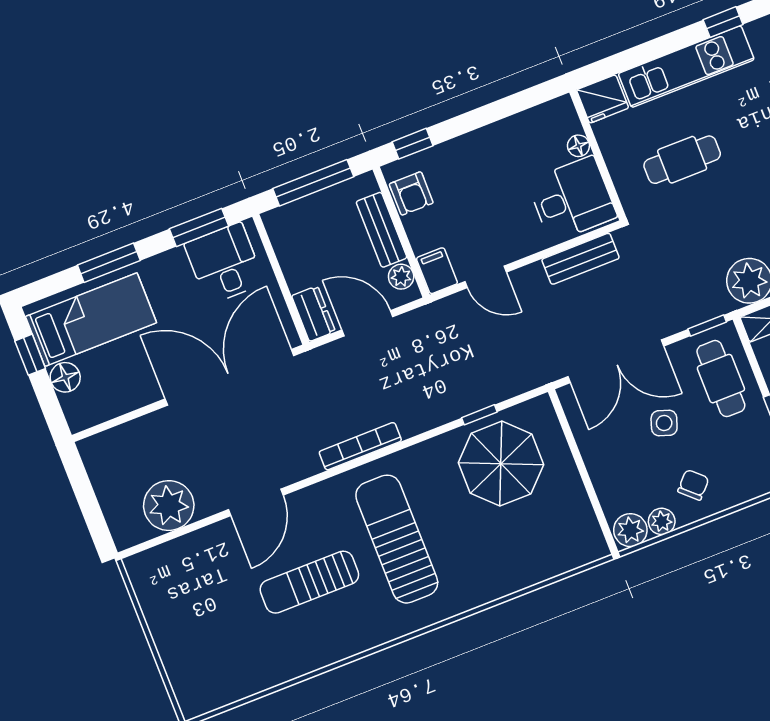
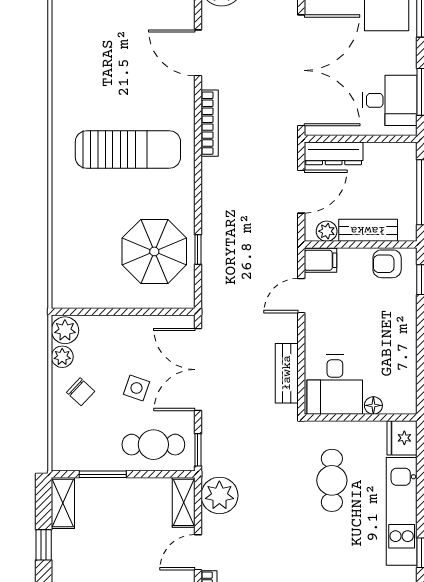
dresser: (313, 314) -> (334, 153), width x1.44
bookcase: (360, 446) -> (210, 123), moved
sun lounger: (309, 582) -> (121, 70), removed

